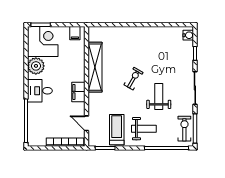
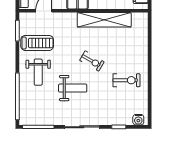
exercise bike: (184, 129) -> (126, 80), moved

